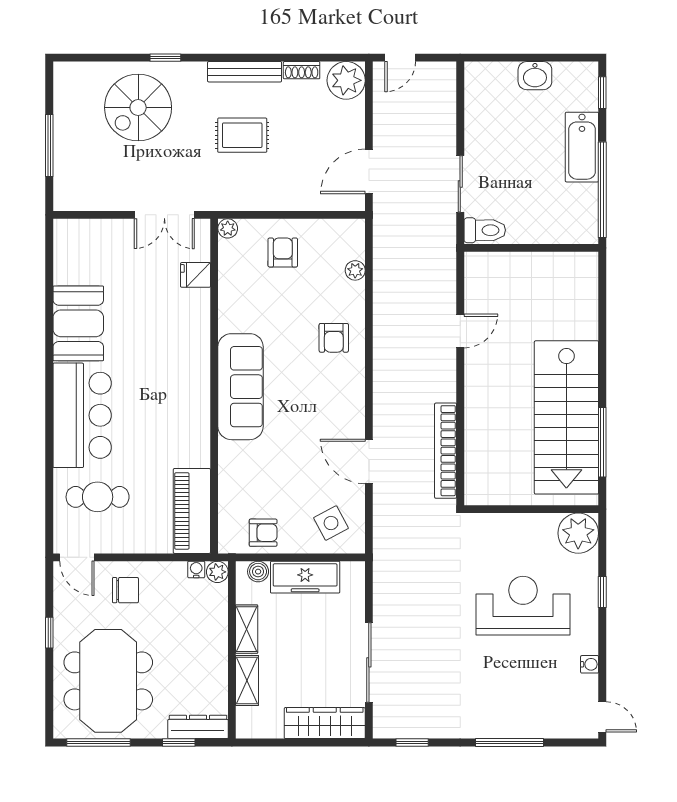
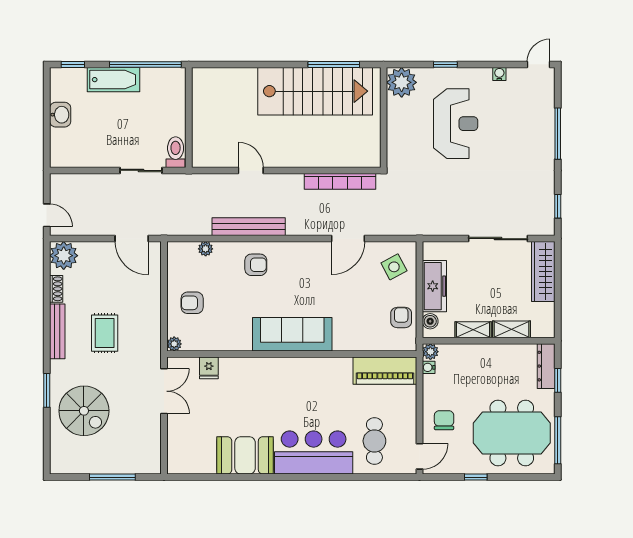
window: (165, 58) -> (47, 390), width x1.50
bench: (385, 328) -> (249, 227), added
reception desk: (523, 606) -> (456, 124), turned 180

